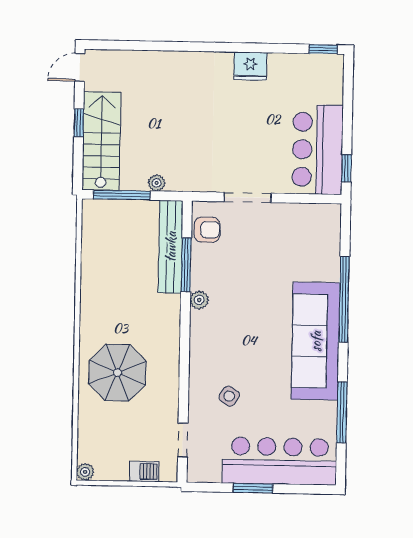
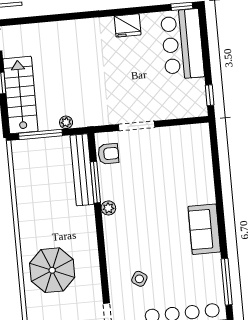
bar counter: (318, 150) -> (182, 44), moved
window: (344, 299) -> (219, 195), removed
sofa: (316, 341) -> (204, 229), width x0.54, depth x0.79

